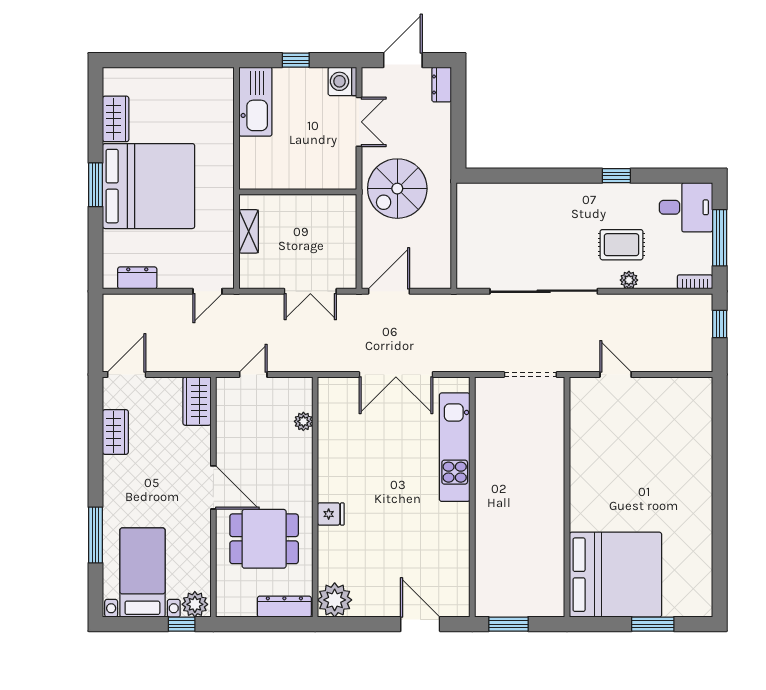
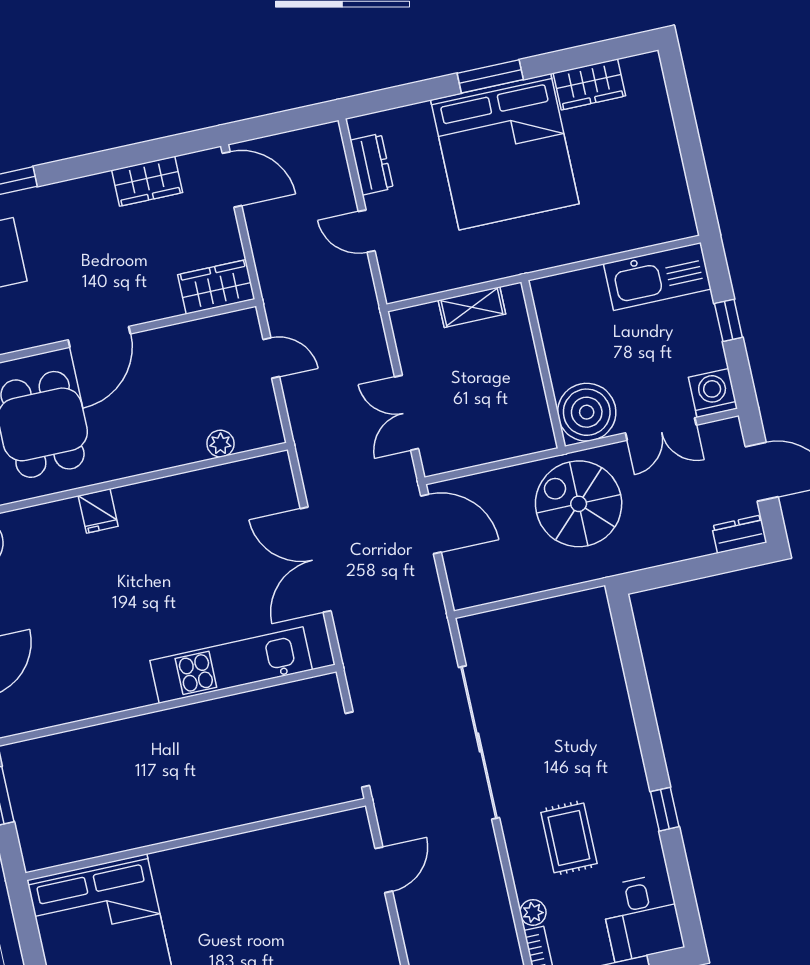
boiler: (337, 169) -> (587, 412), added
plant: (629, 280) -> (533, 912), moved
door: (207, 291) -> (367, 231), moved

